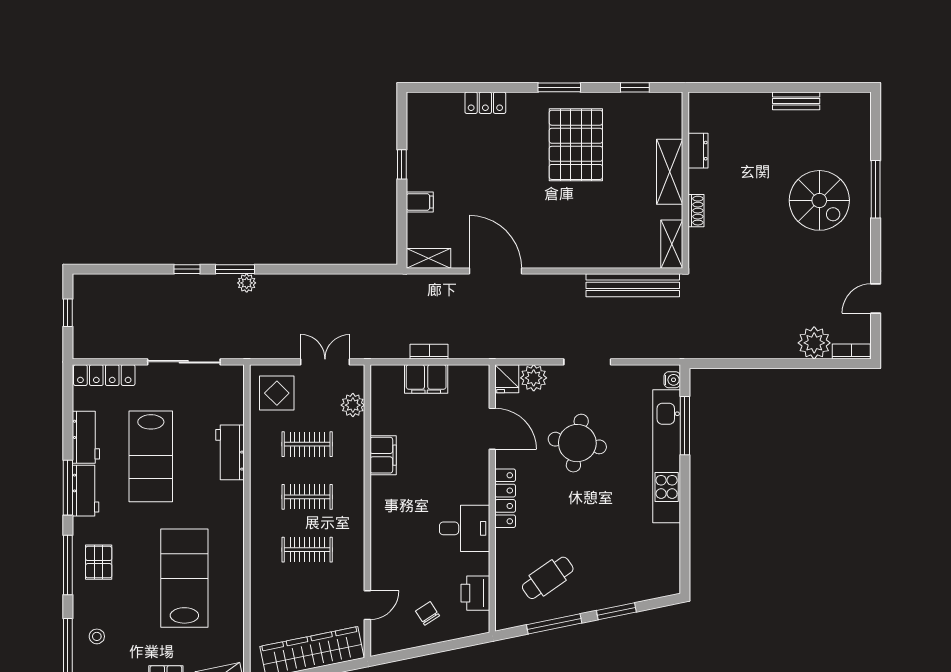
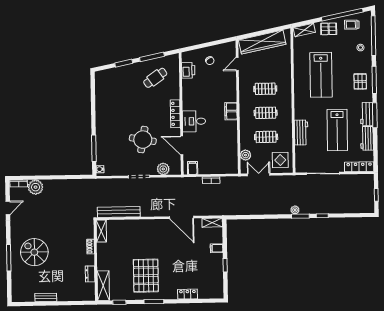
shelving: (670, 172) -> (103, 286), moved
double door: (325, 362) -> (259, 175), swing flipped
filing cabinet: (426, 379) -> (193, 168), moved, width x0.50
fridge: (507, 379) -> (175, 168), removed
filing cabinet: (383, 455) -> (231, 111), moved
lab bench: (151, 456) -> (337, 130), turned 180
kitchen unit: (667, 456) -> (102, 134), removed
desk: (465, 528) -> (194, 121), moved

